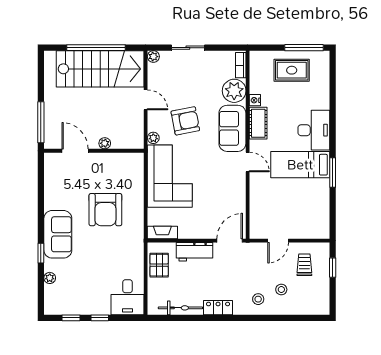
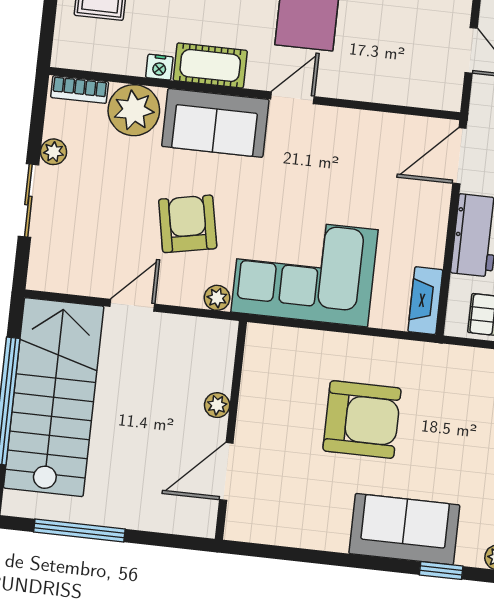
plant: (153, 57) -> (54, 152), moved
window: (41, 122) -> (79, 531), moved
door: (230, 241) -> (459, 156), hinge flipped

